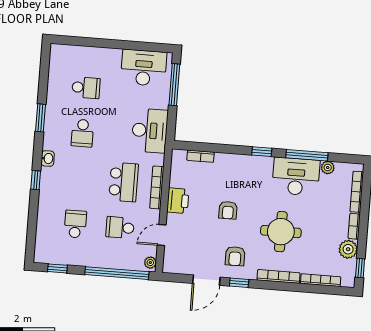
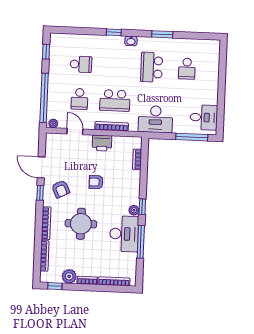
desk: (144, 68) -> (204, 117), width x0.73
school desk: (82, 133) -> (152, 67), width x1.85
plant: (328, 168) -> (134, 210), moved
school desk: (120, 228) -> (80, 99), turned 180
armchair: (235, 256) -> (61, 189), turned -116

